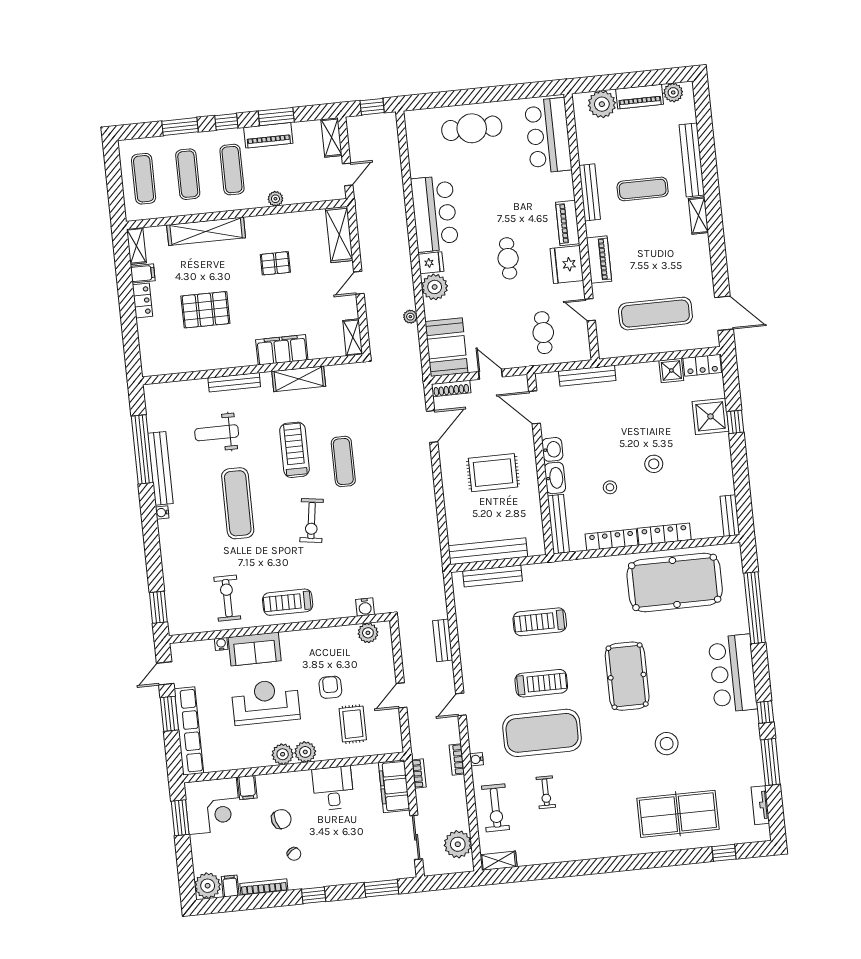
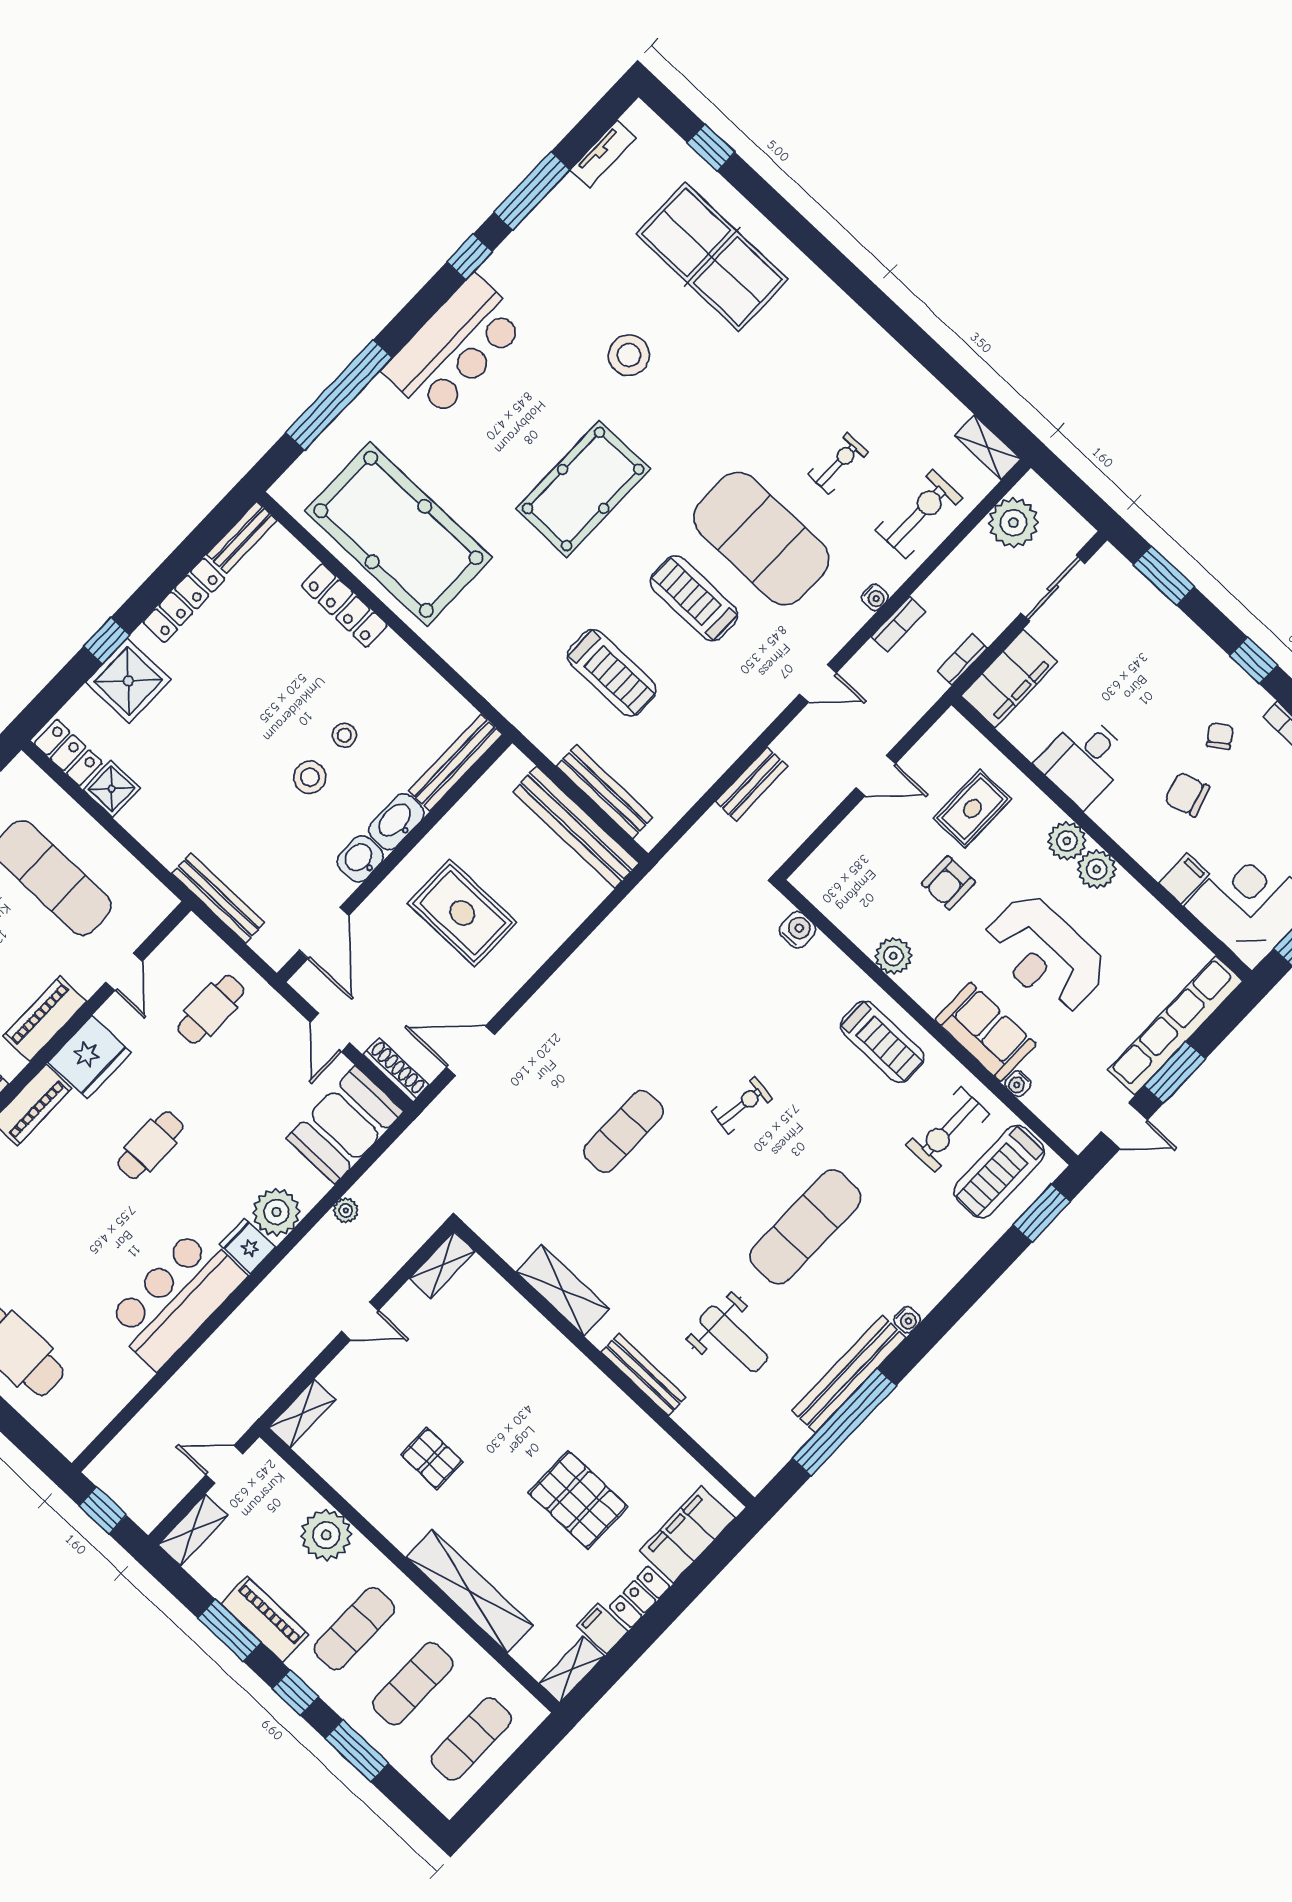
plant: (275, 199) -> (326, 1535), width x1.87, depth x1.87
shelving: (339, 235) -> (302, 1413), width x0.67, depth x0.75
filing cabinet: (282, 350) -> (687, 1535), moved, turned 90
treadmill: (295, 450) -> (999, 1172), moved
stool: (654, 464) -> (310, 777), moved
exercise bike: (312, 521) -> (742, 1105), width x0.73, depth x0.72
locker: (612, 540) -> (184, 600), moved, turned -90
plant: (368, 633) -> (893, 956), moved

